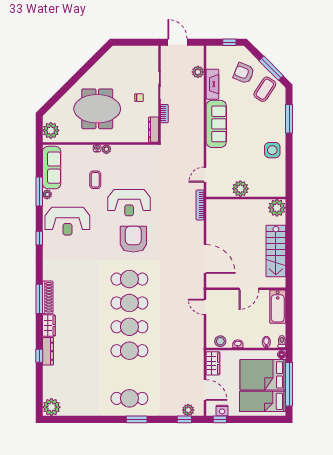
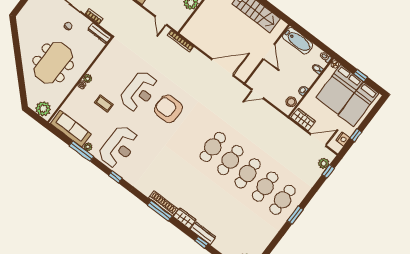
cafe table: (129, 279) -> (265, 187), moved
window: (289, 384) -> (361, 75), width x0.32
window: (137, 419) -> (295, 215), moved
window: (220, 419) -> (356, 135), moved

